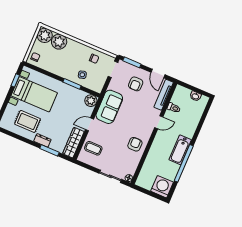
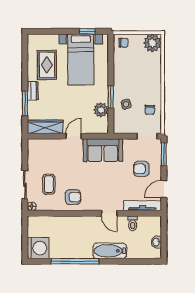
plant: (59, 42) -> (152, 62), removed
plant: (91, 101) -> (101, 110), moved
door: (89, 124) -> (74, 136), hinge flipped
coffee table: (93, 148) -> (49, 184), moved
bathtub: (180, 150) -> (110, 251), moved

